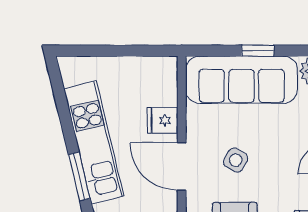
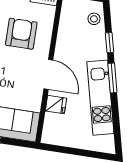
side table: (236, 160) -> (15, 73), removed

